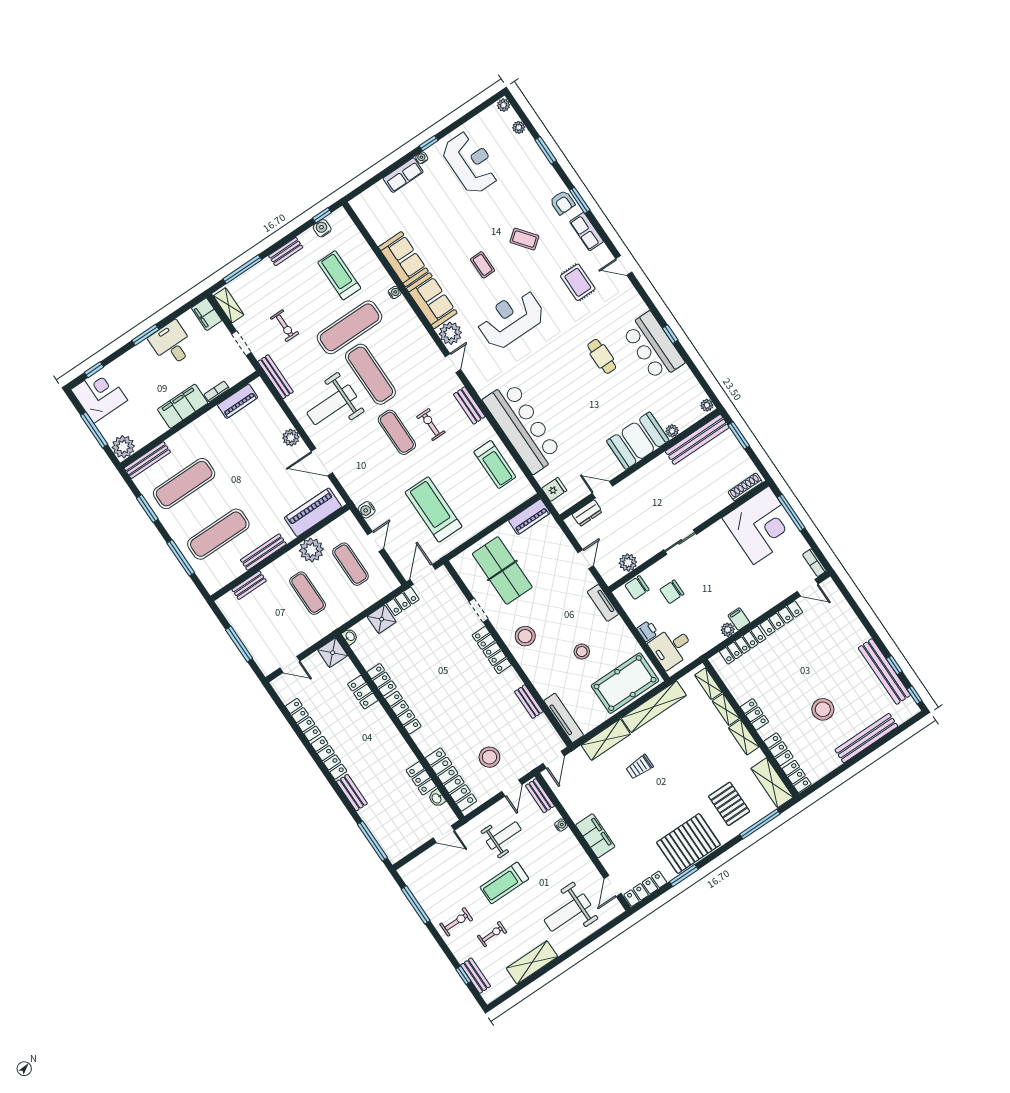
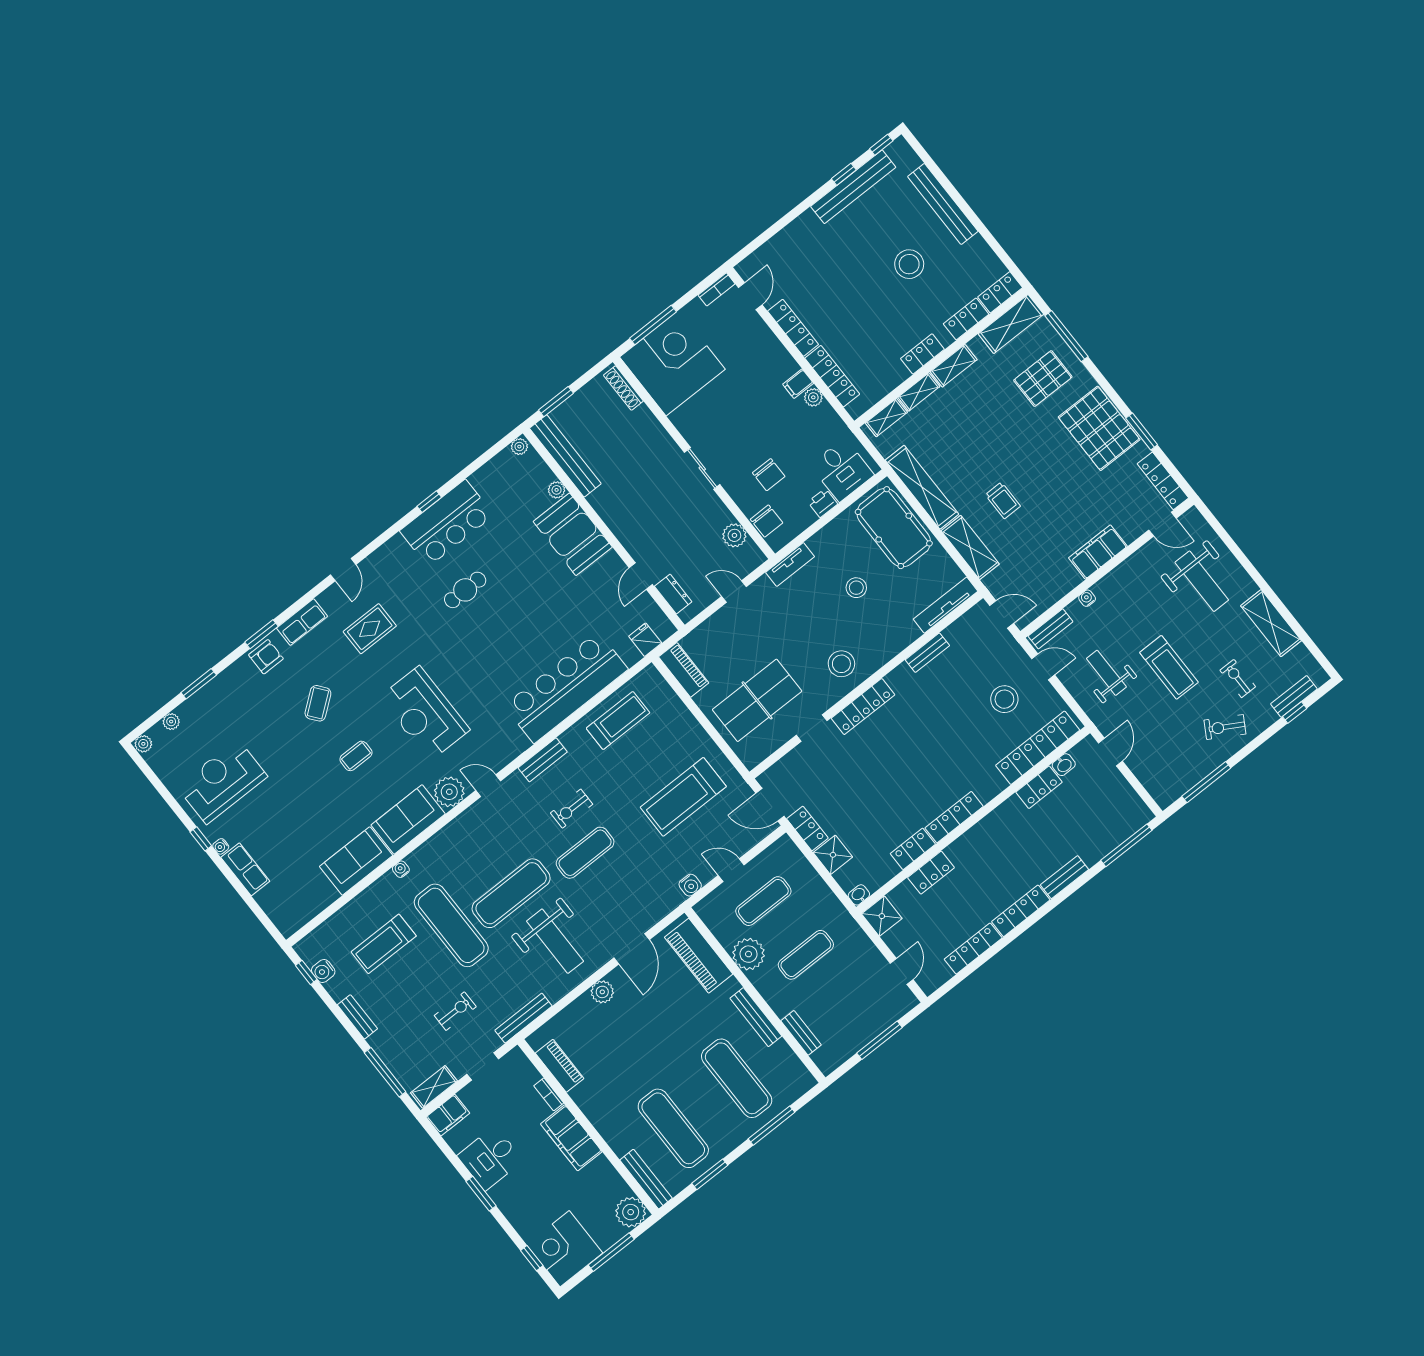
exercise bike: (456, 922) -> (1225, 727), turned -60

